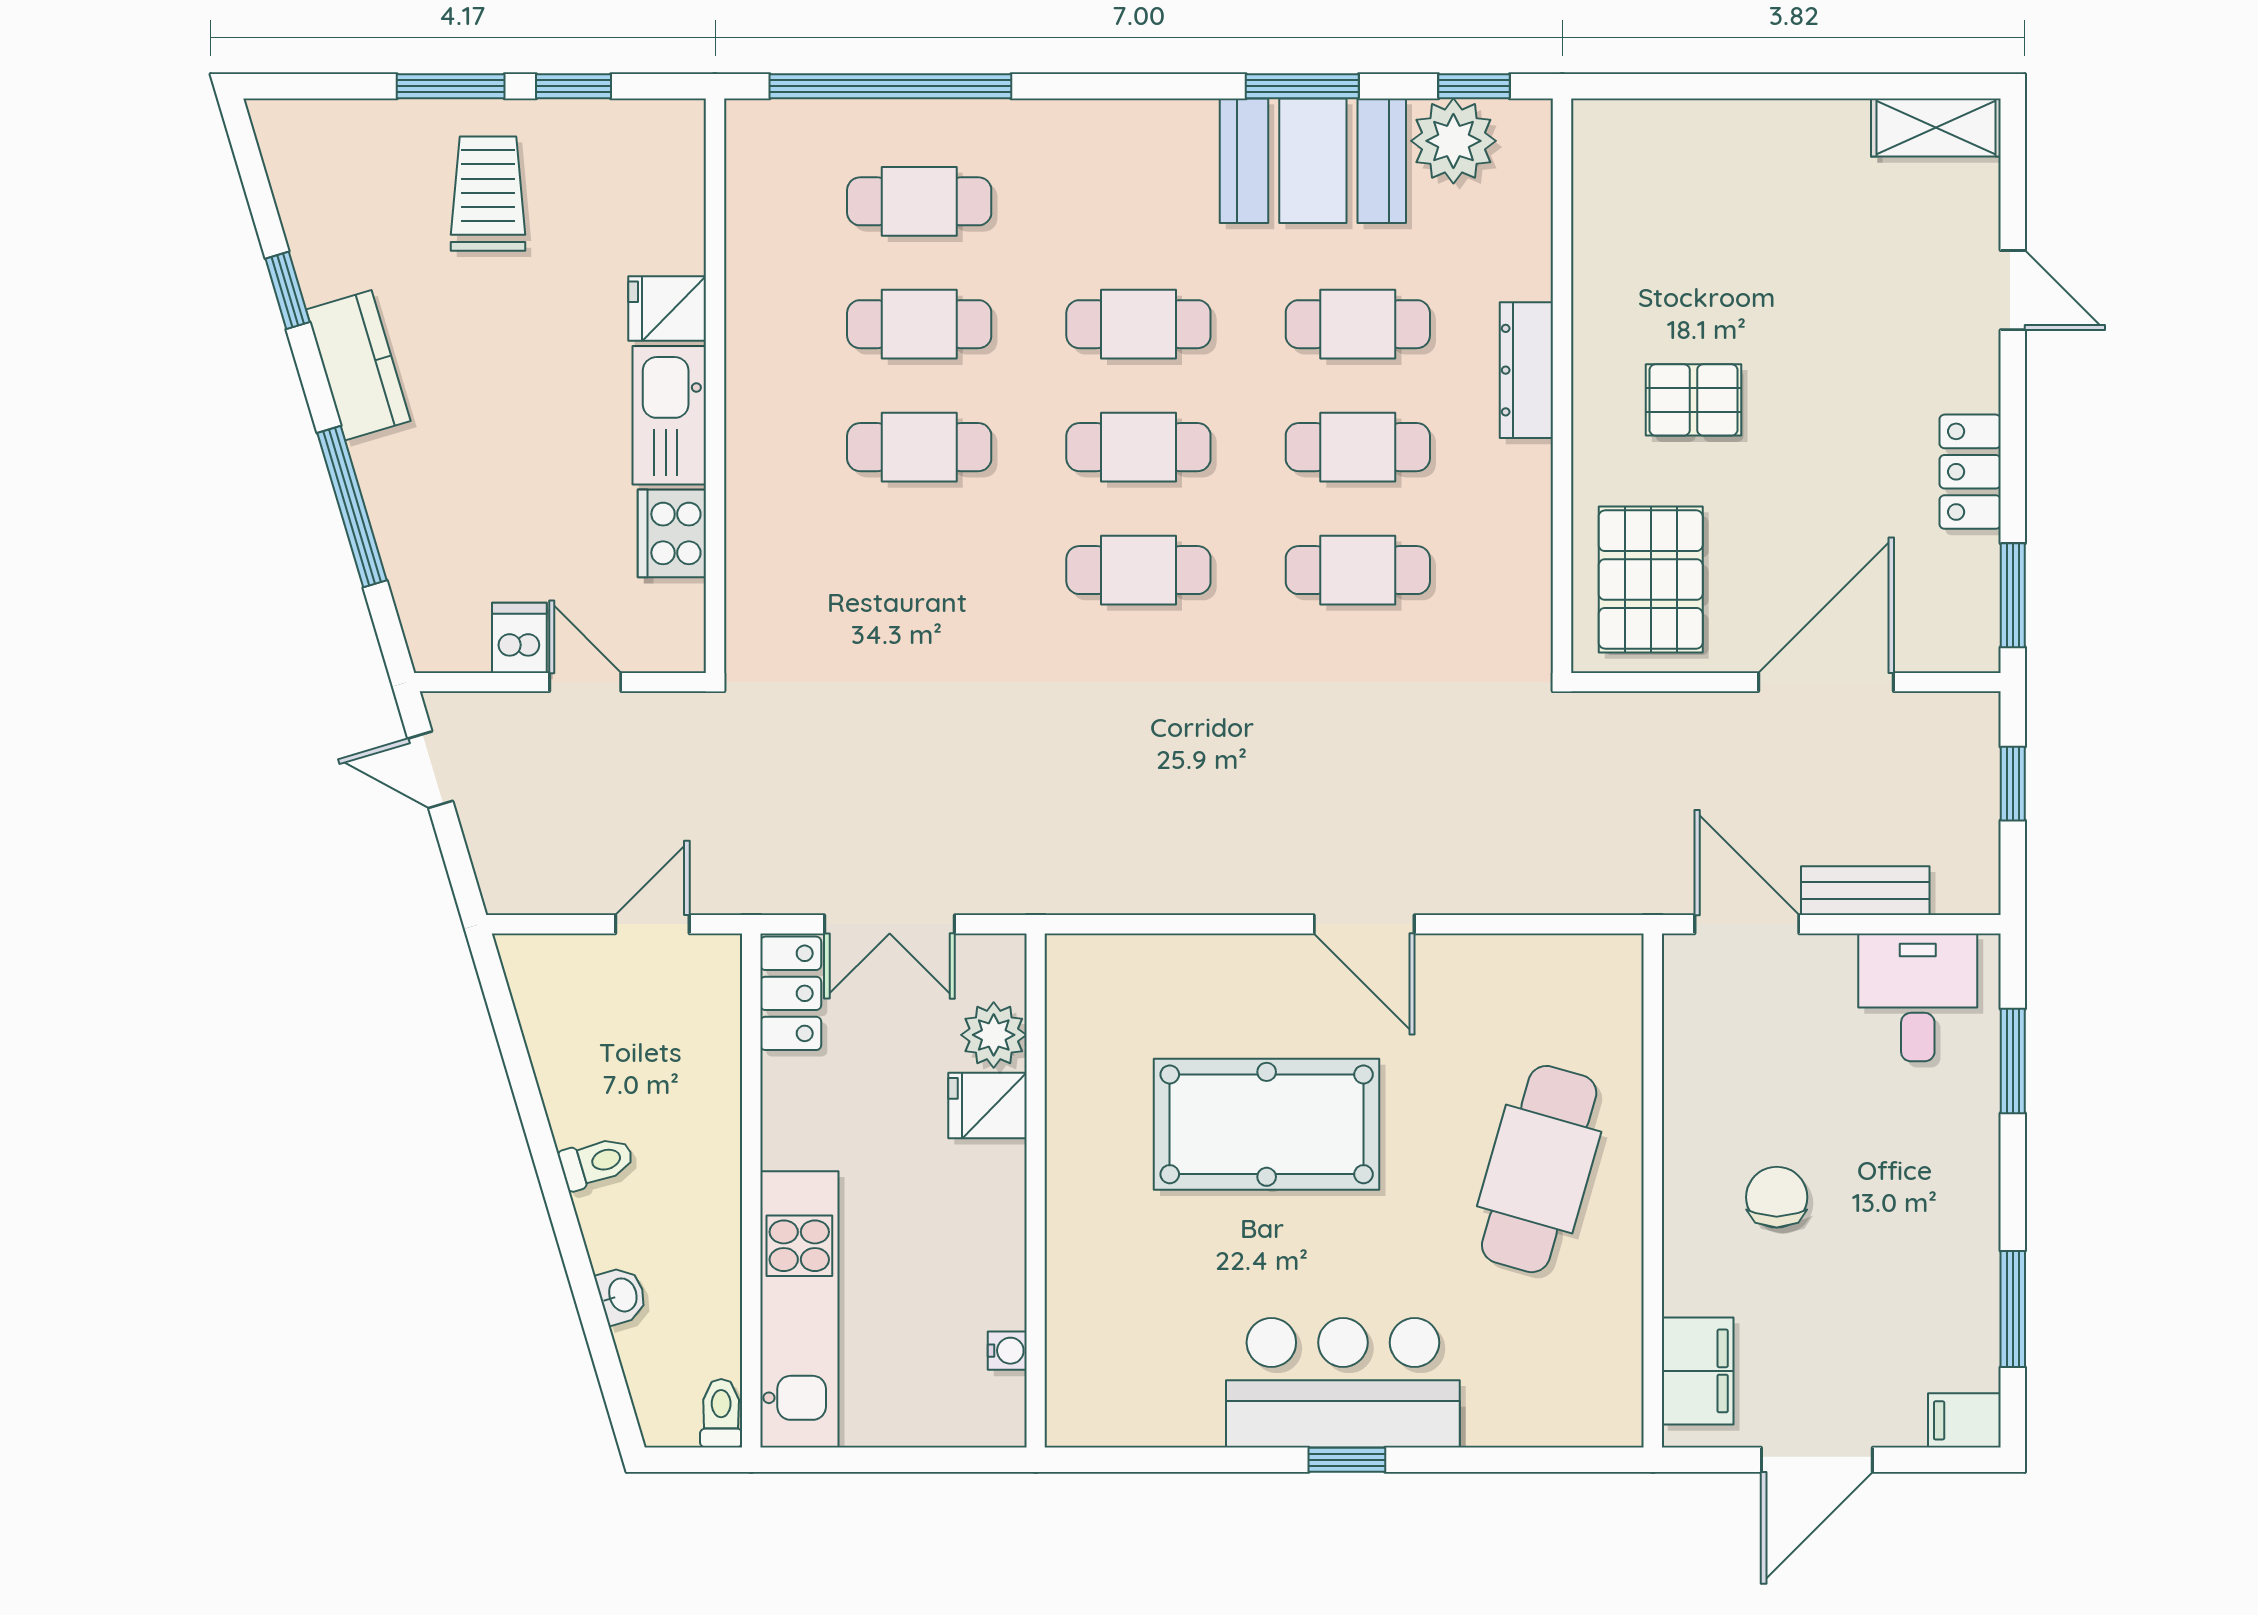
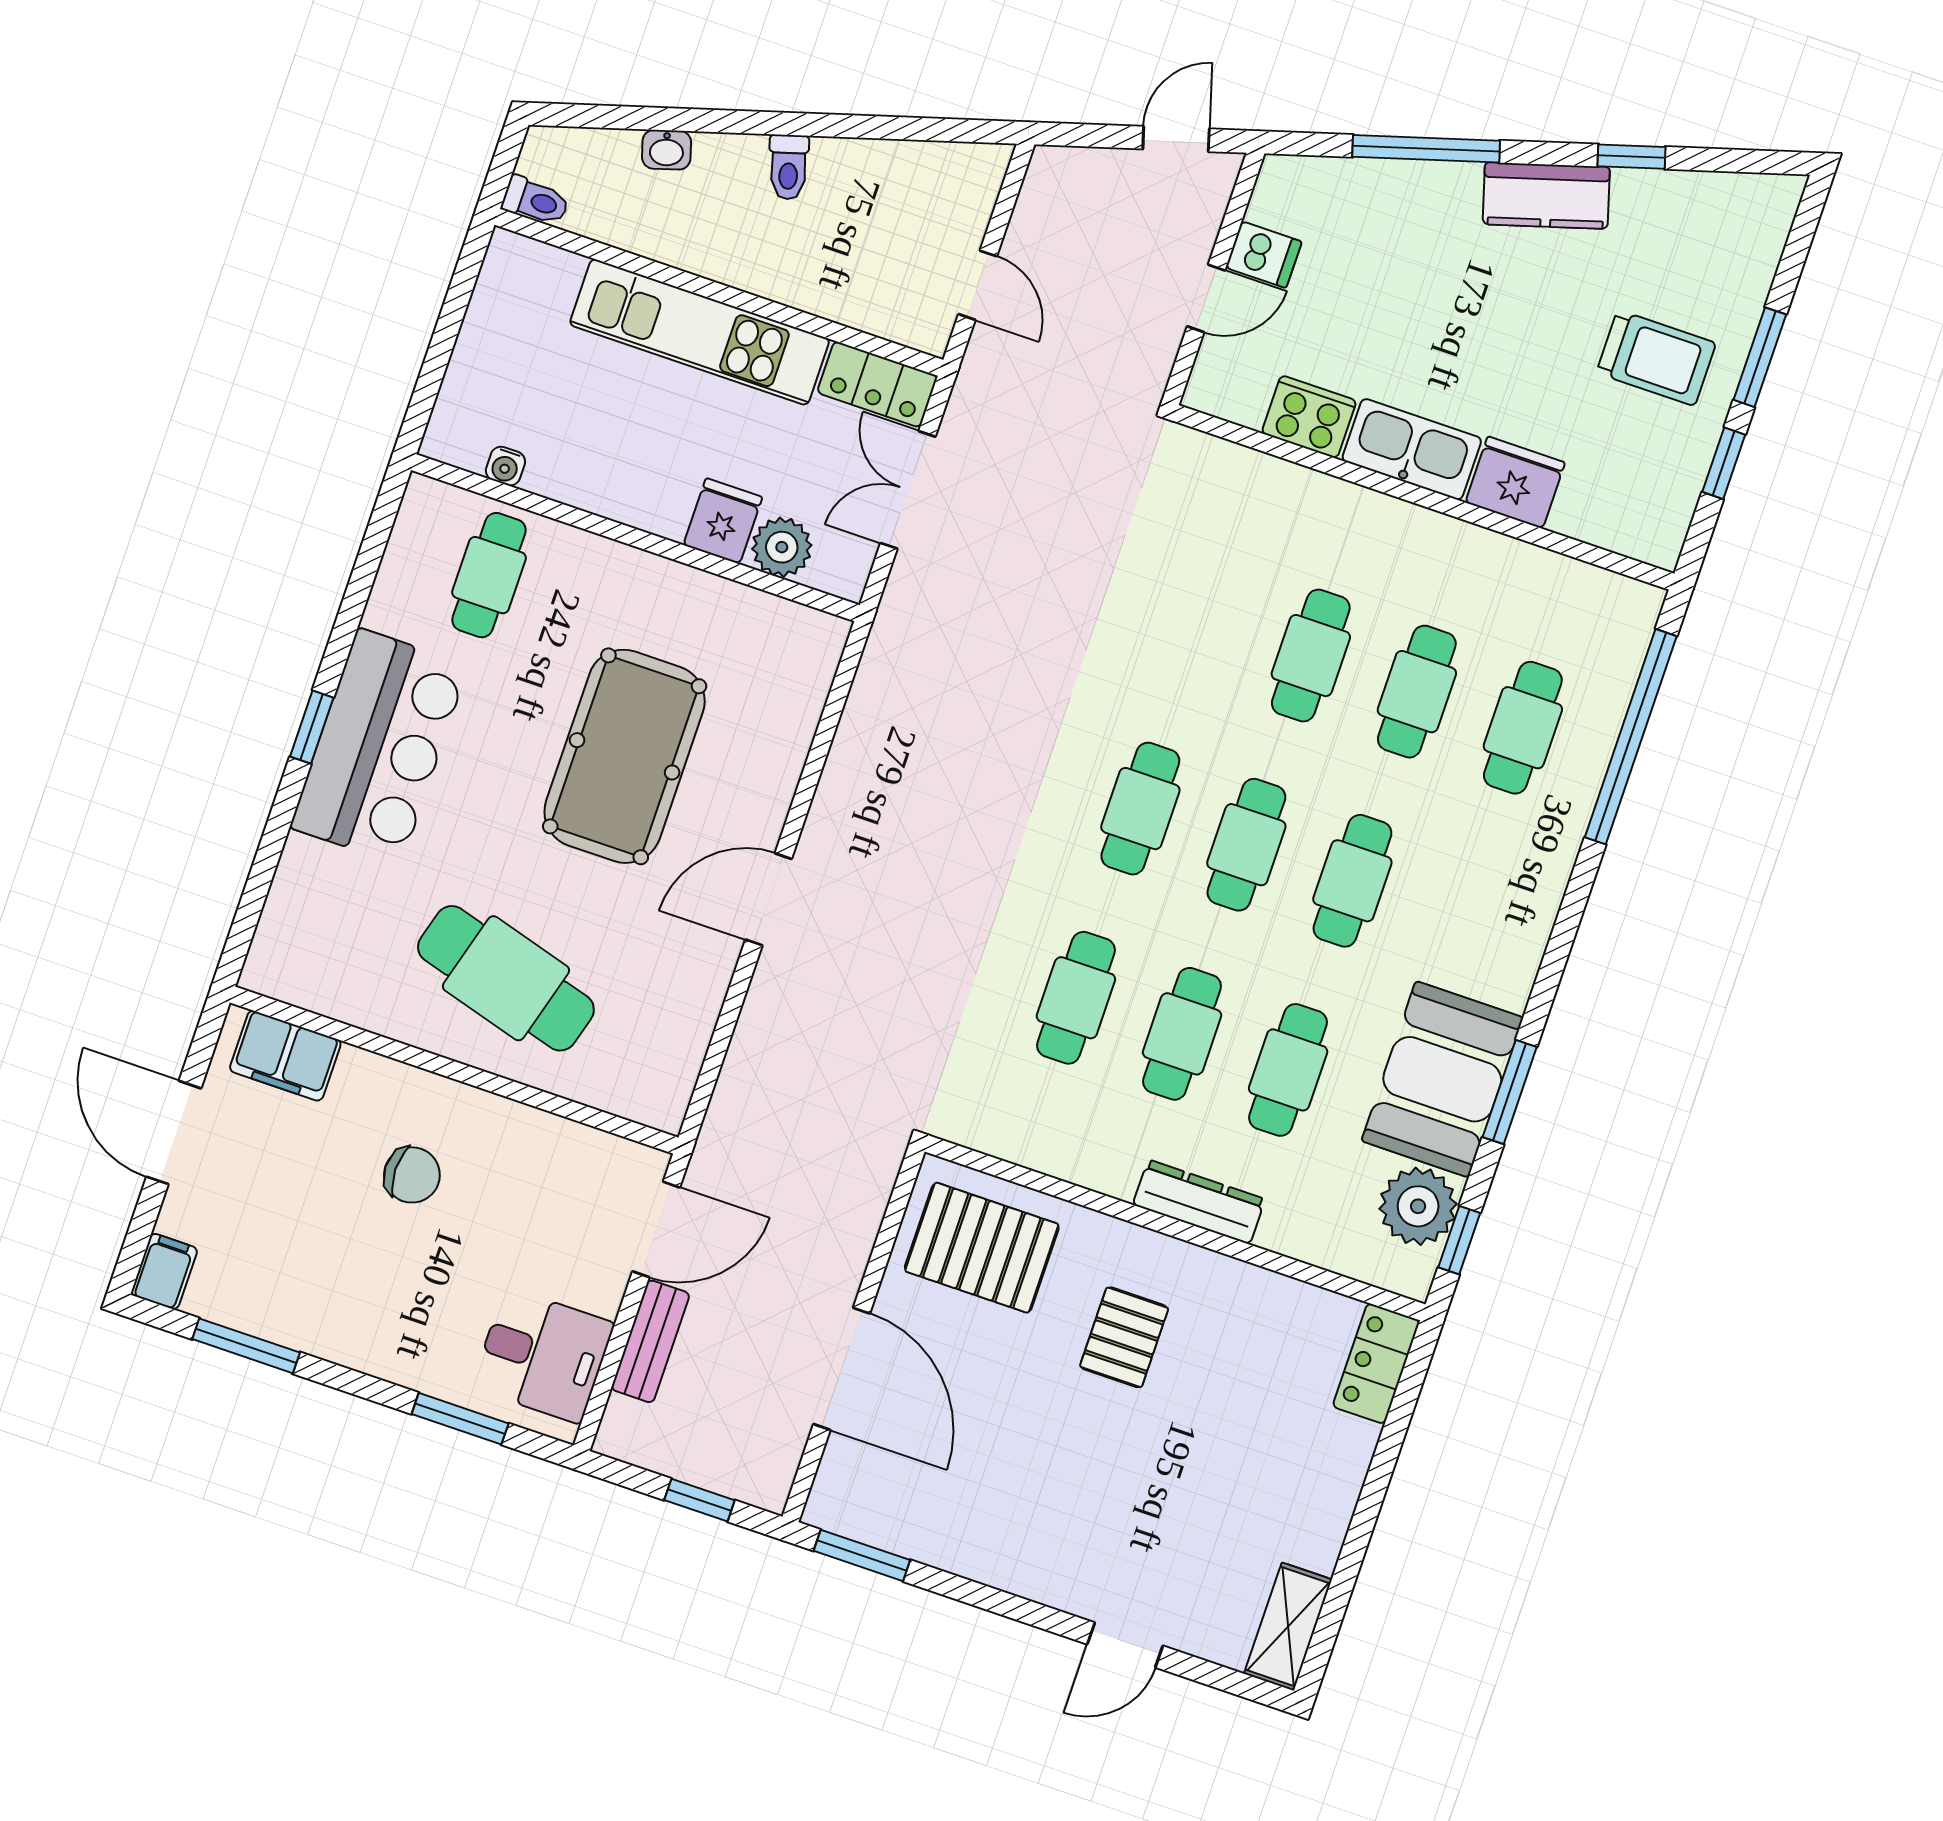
fridge: (667, 309) -> (1515, 482), width x1.38
locker: (1970, 472) -> (1376, 1364), moved, turned -90
kitchen unit: (799, 1309) -> (700, 332), moved
cafe table: (1126, 1329) -> (489, 575), added

